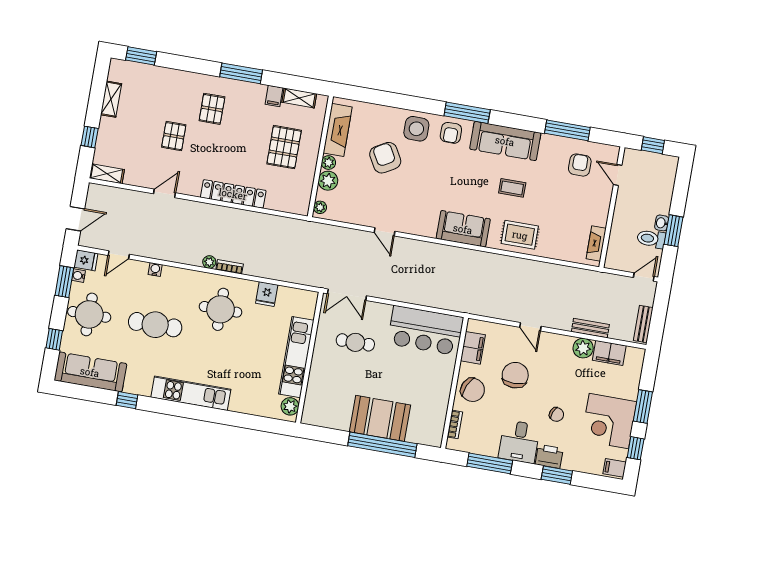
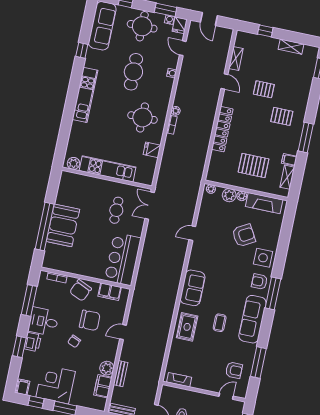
shelving: (107, 174) -> (236, 58), moved
chair: (556, 414) -> (74, 341), moved

